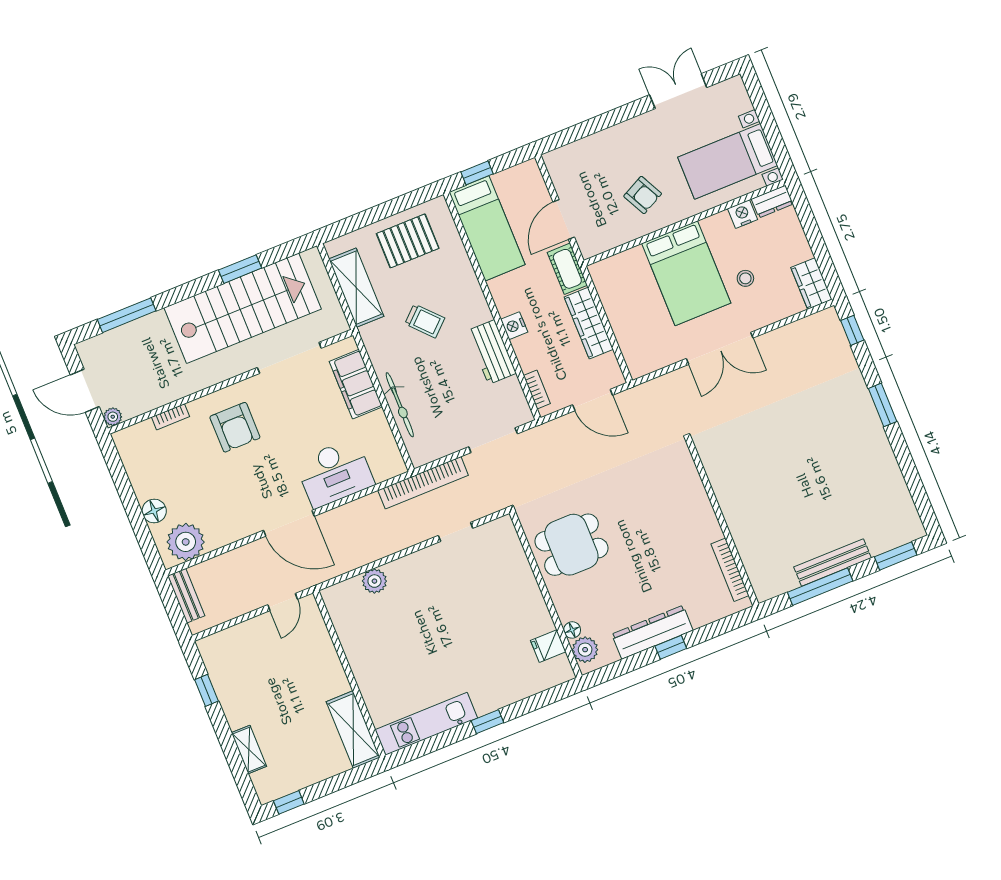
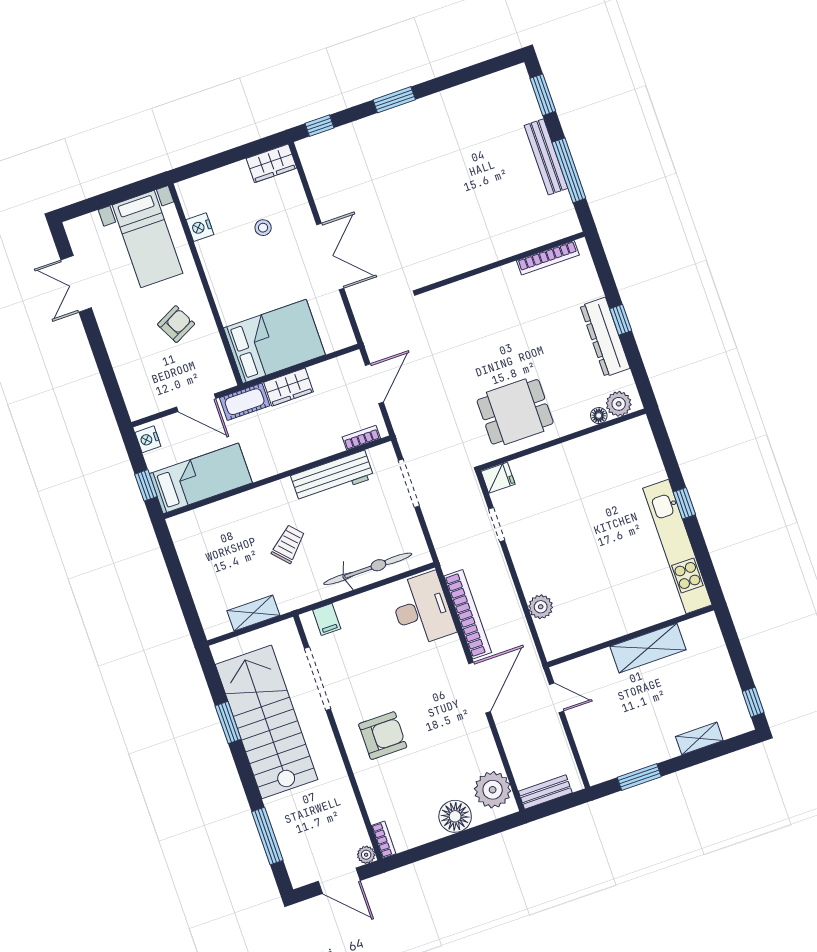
dresser: (772, 201) -> (189, 197), removed
pallet: (408, 241) -> (209, 557), removed
bed: (686, 273) -> (274, 341), moved
shelving: (356, 288) -> (253, 613), width x0.67, depth x0.75
wardrobe: (589, 323) -> (288, 387), width x0.67
nightstand: (514, 326) -> (148, 439), moved, turned 90
workbench: (492, 352) -> (332, 477), width x1.38
filing cabinet: (356, 384) -> (327, 619), width x0.33, depth x0.86
door: (85, 391) -> (339, 881), hinge flipped
bicycle: (400, 405) -> (368, 569), width x1.37, depth x1.40
bookcase: (171, 417) -> (384, 840), moved
desk: (335, 473) -> (422, 609), moved
bookcase: (423, 483) -> (468, 614), moved
floor lamp: (154, 511) -> (455, 816), width x1.38, depth x1.38
dining table: (571, 545) -> (515, 412), turned 90
fridge: (548, 646) -> (498, 478), moved, turned -90
window: (206, 690) -> (639, 777), width x1.50
kitchen unit: (426, 724) -> (677, 547), width x1.36
shelving: (353, 730) -> (648, 648), moved

